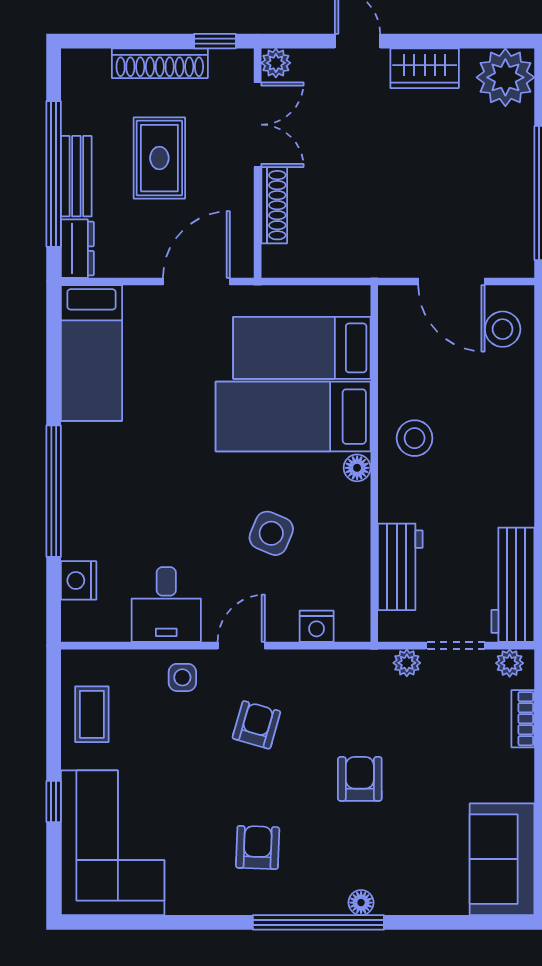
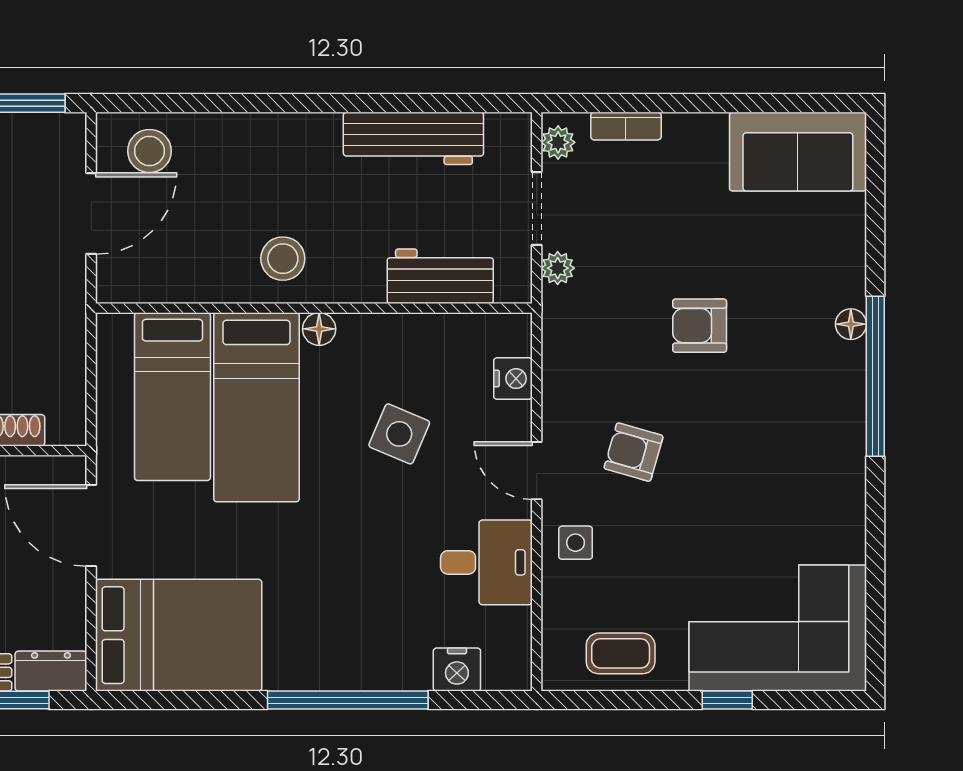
bed: (91, 353) -> (179, 635), width x1.50
workbench: (513, 585) -> (413, 138), moved
armchair: (258, 847) -> (784, 451), removed

